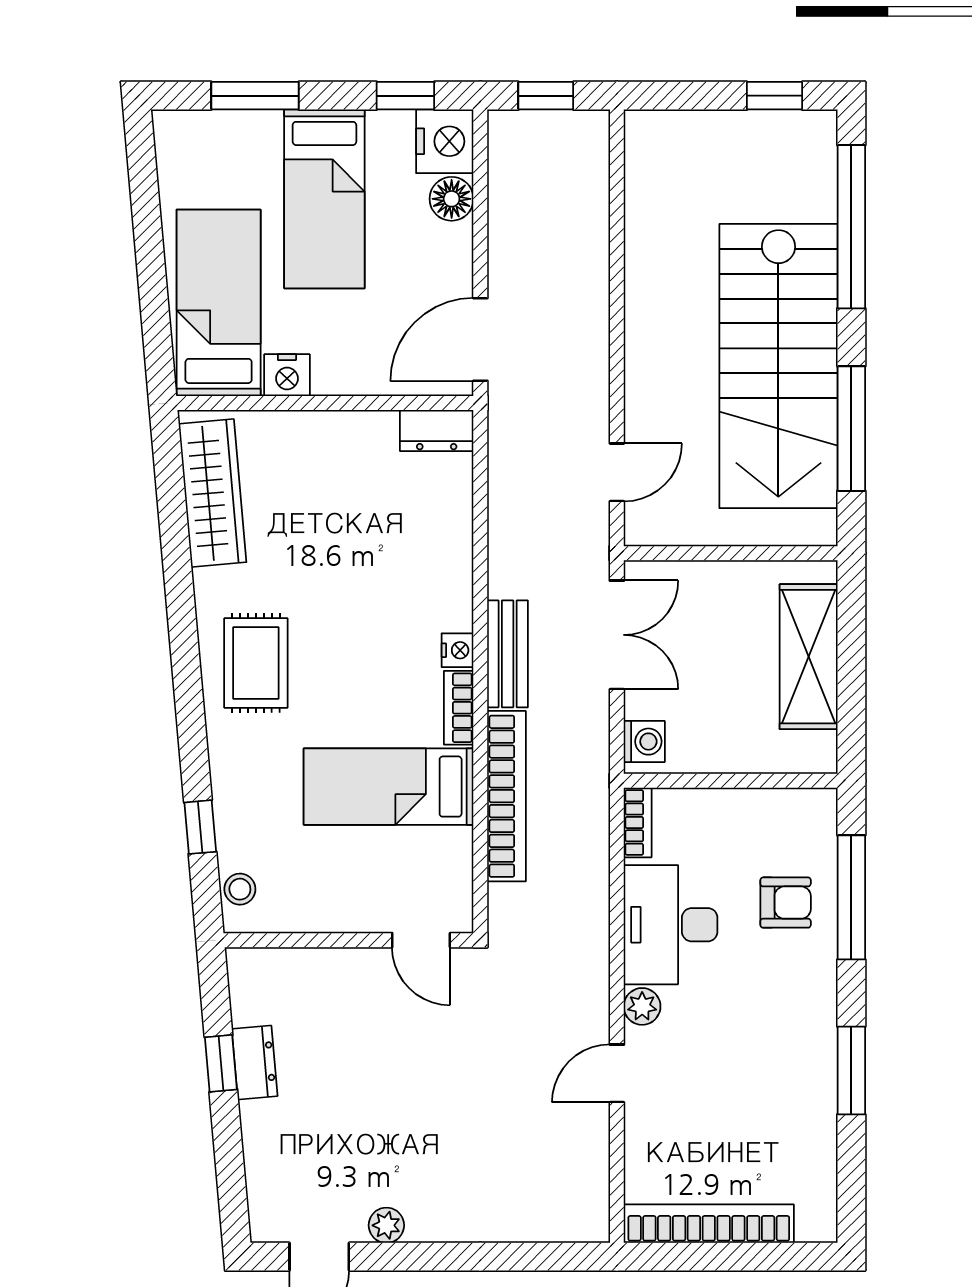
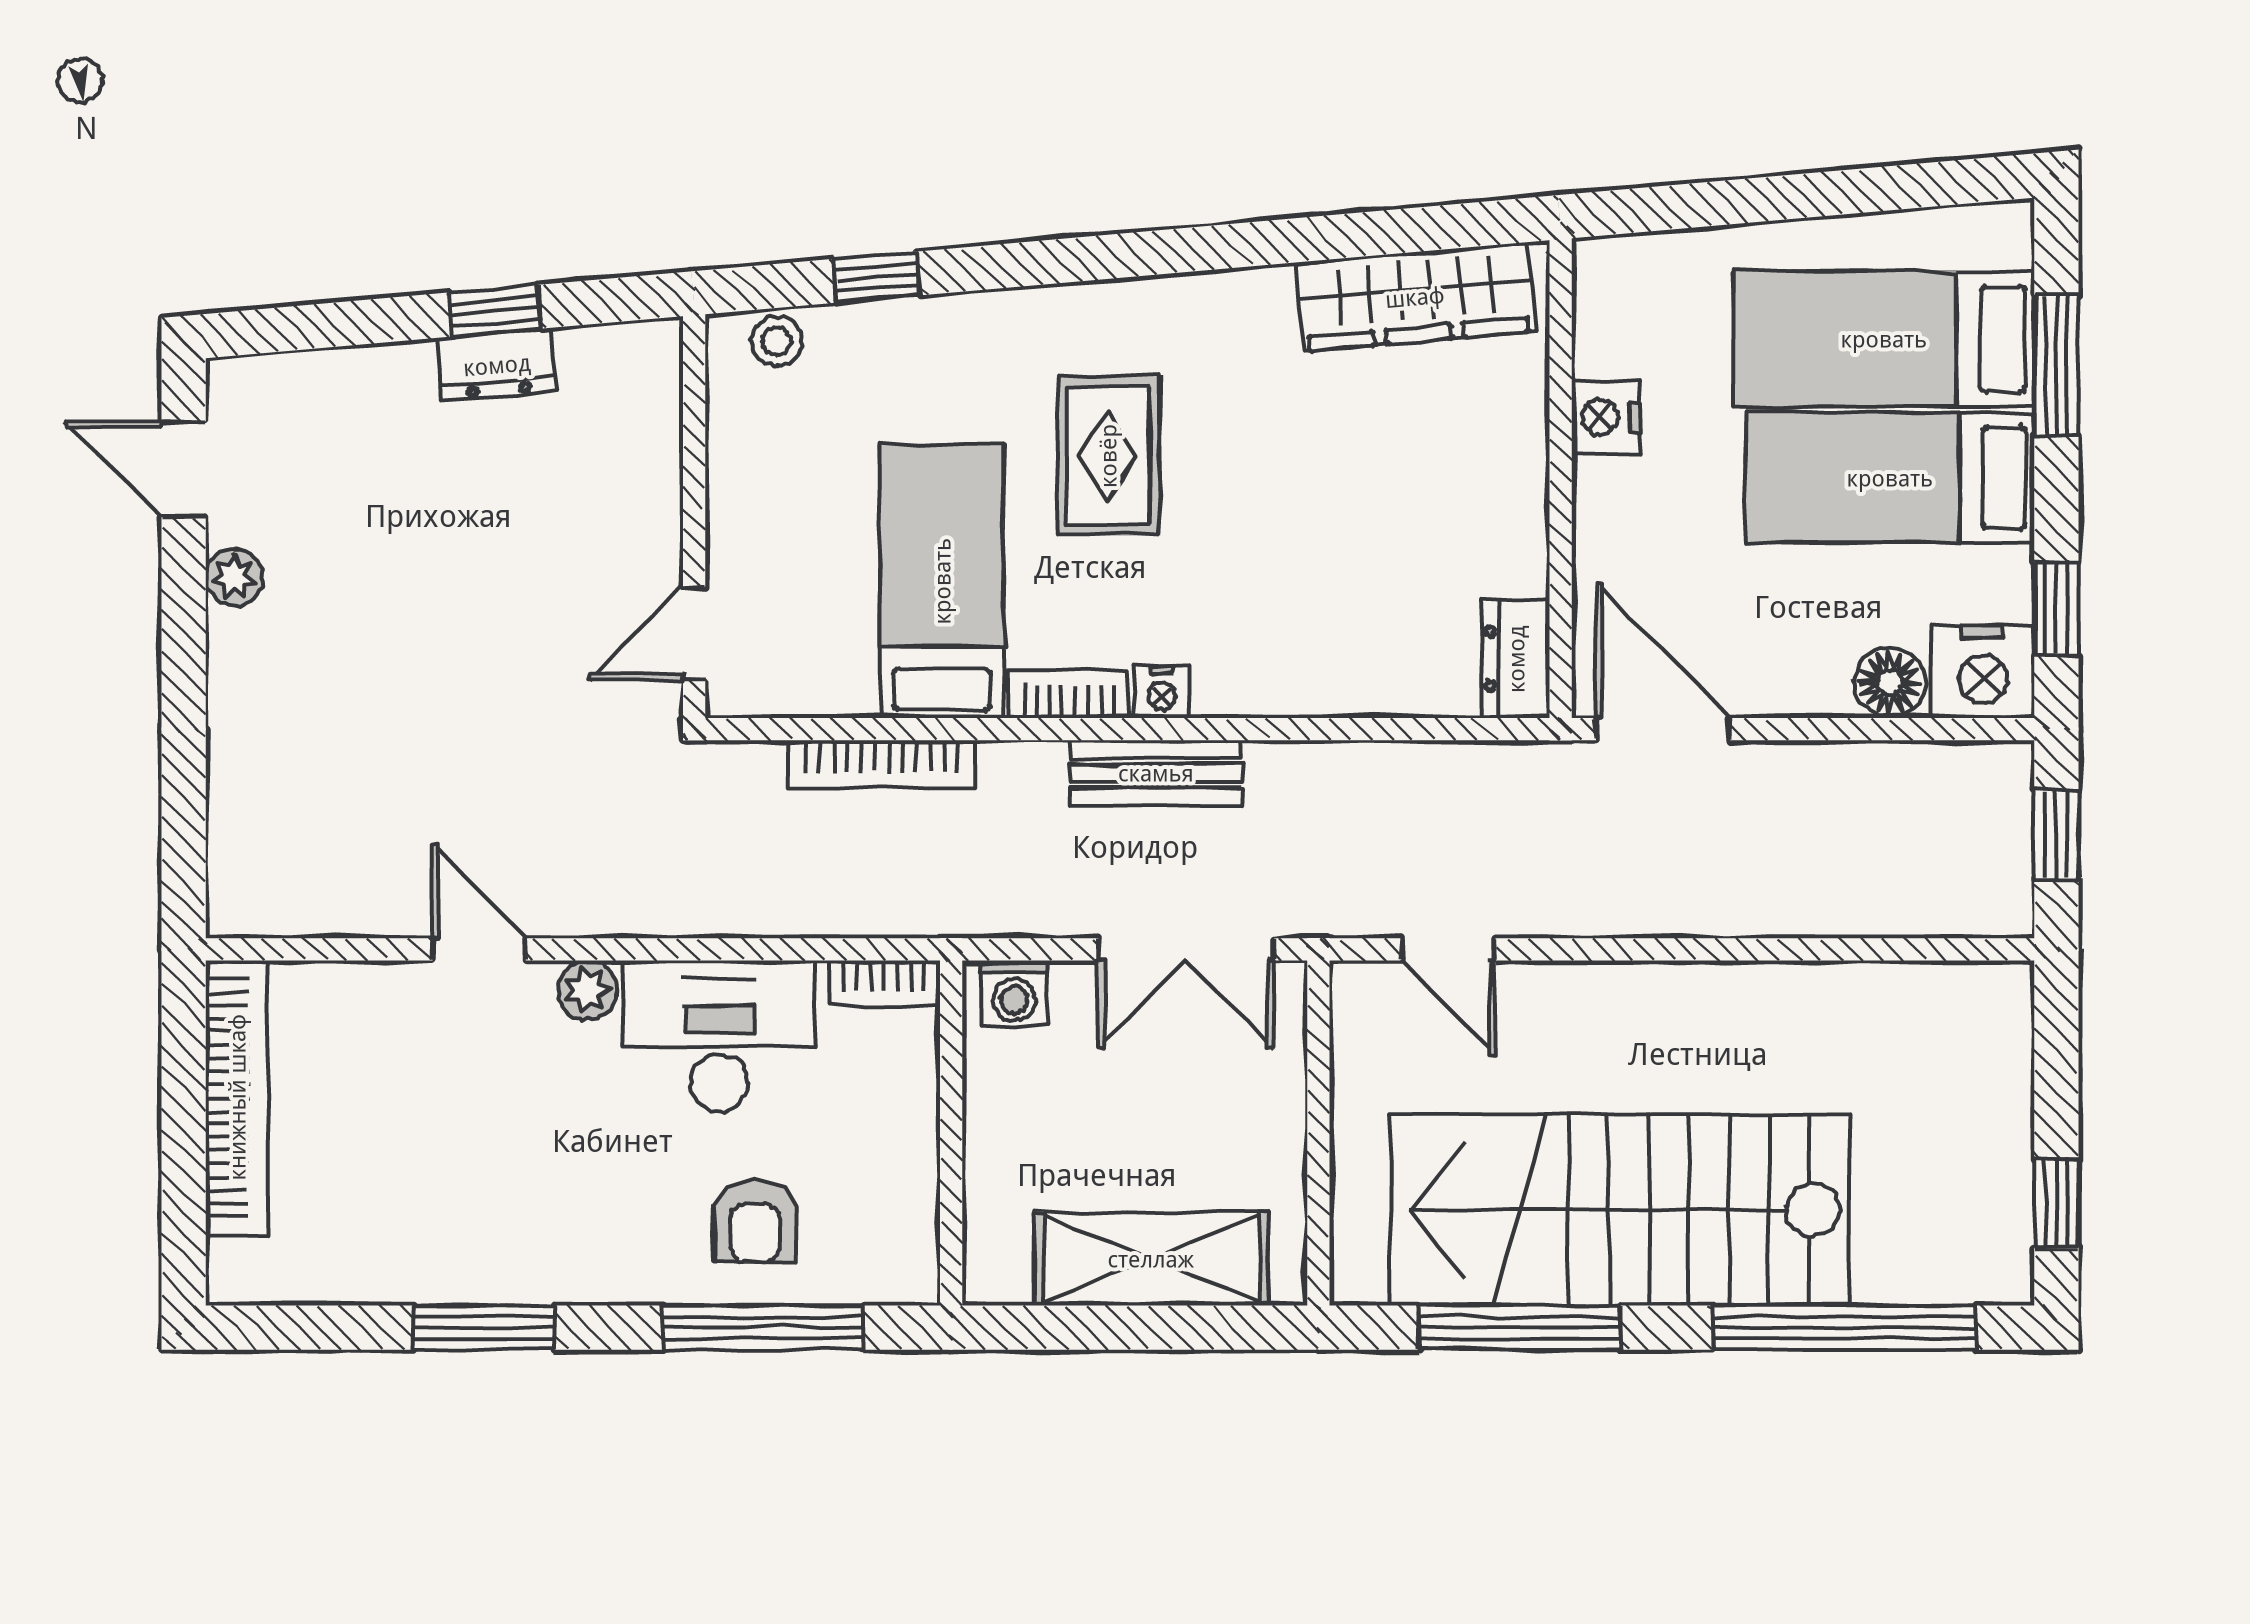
bed: (219, 303) -> (1884, 339), moved, turned 180
rug: (256, 663) -> (1108, 456), moved, turned 90
bookcase: (507, 796) -> (882, 764), width x0.68, depth x0.76

